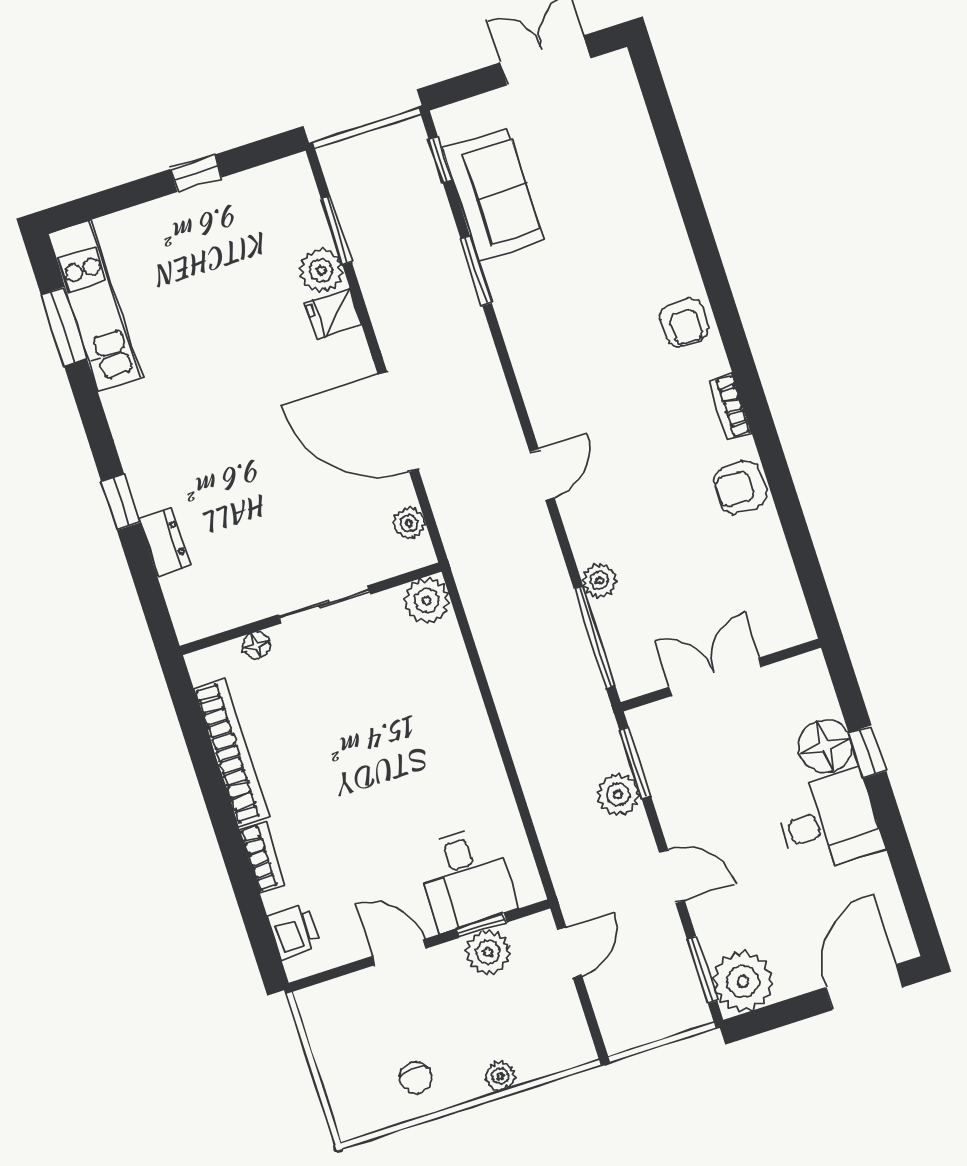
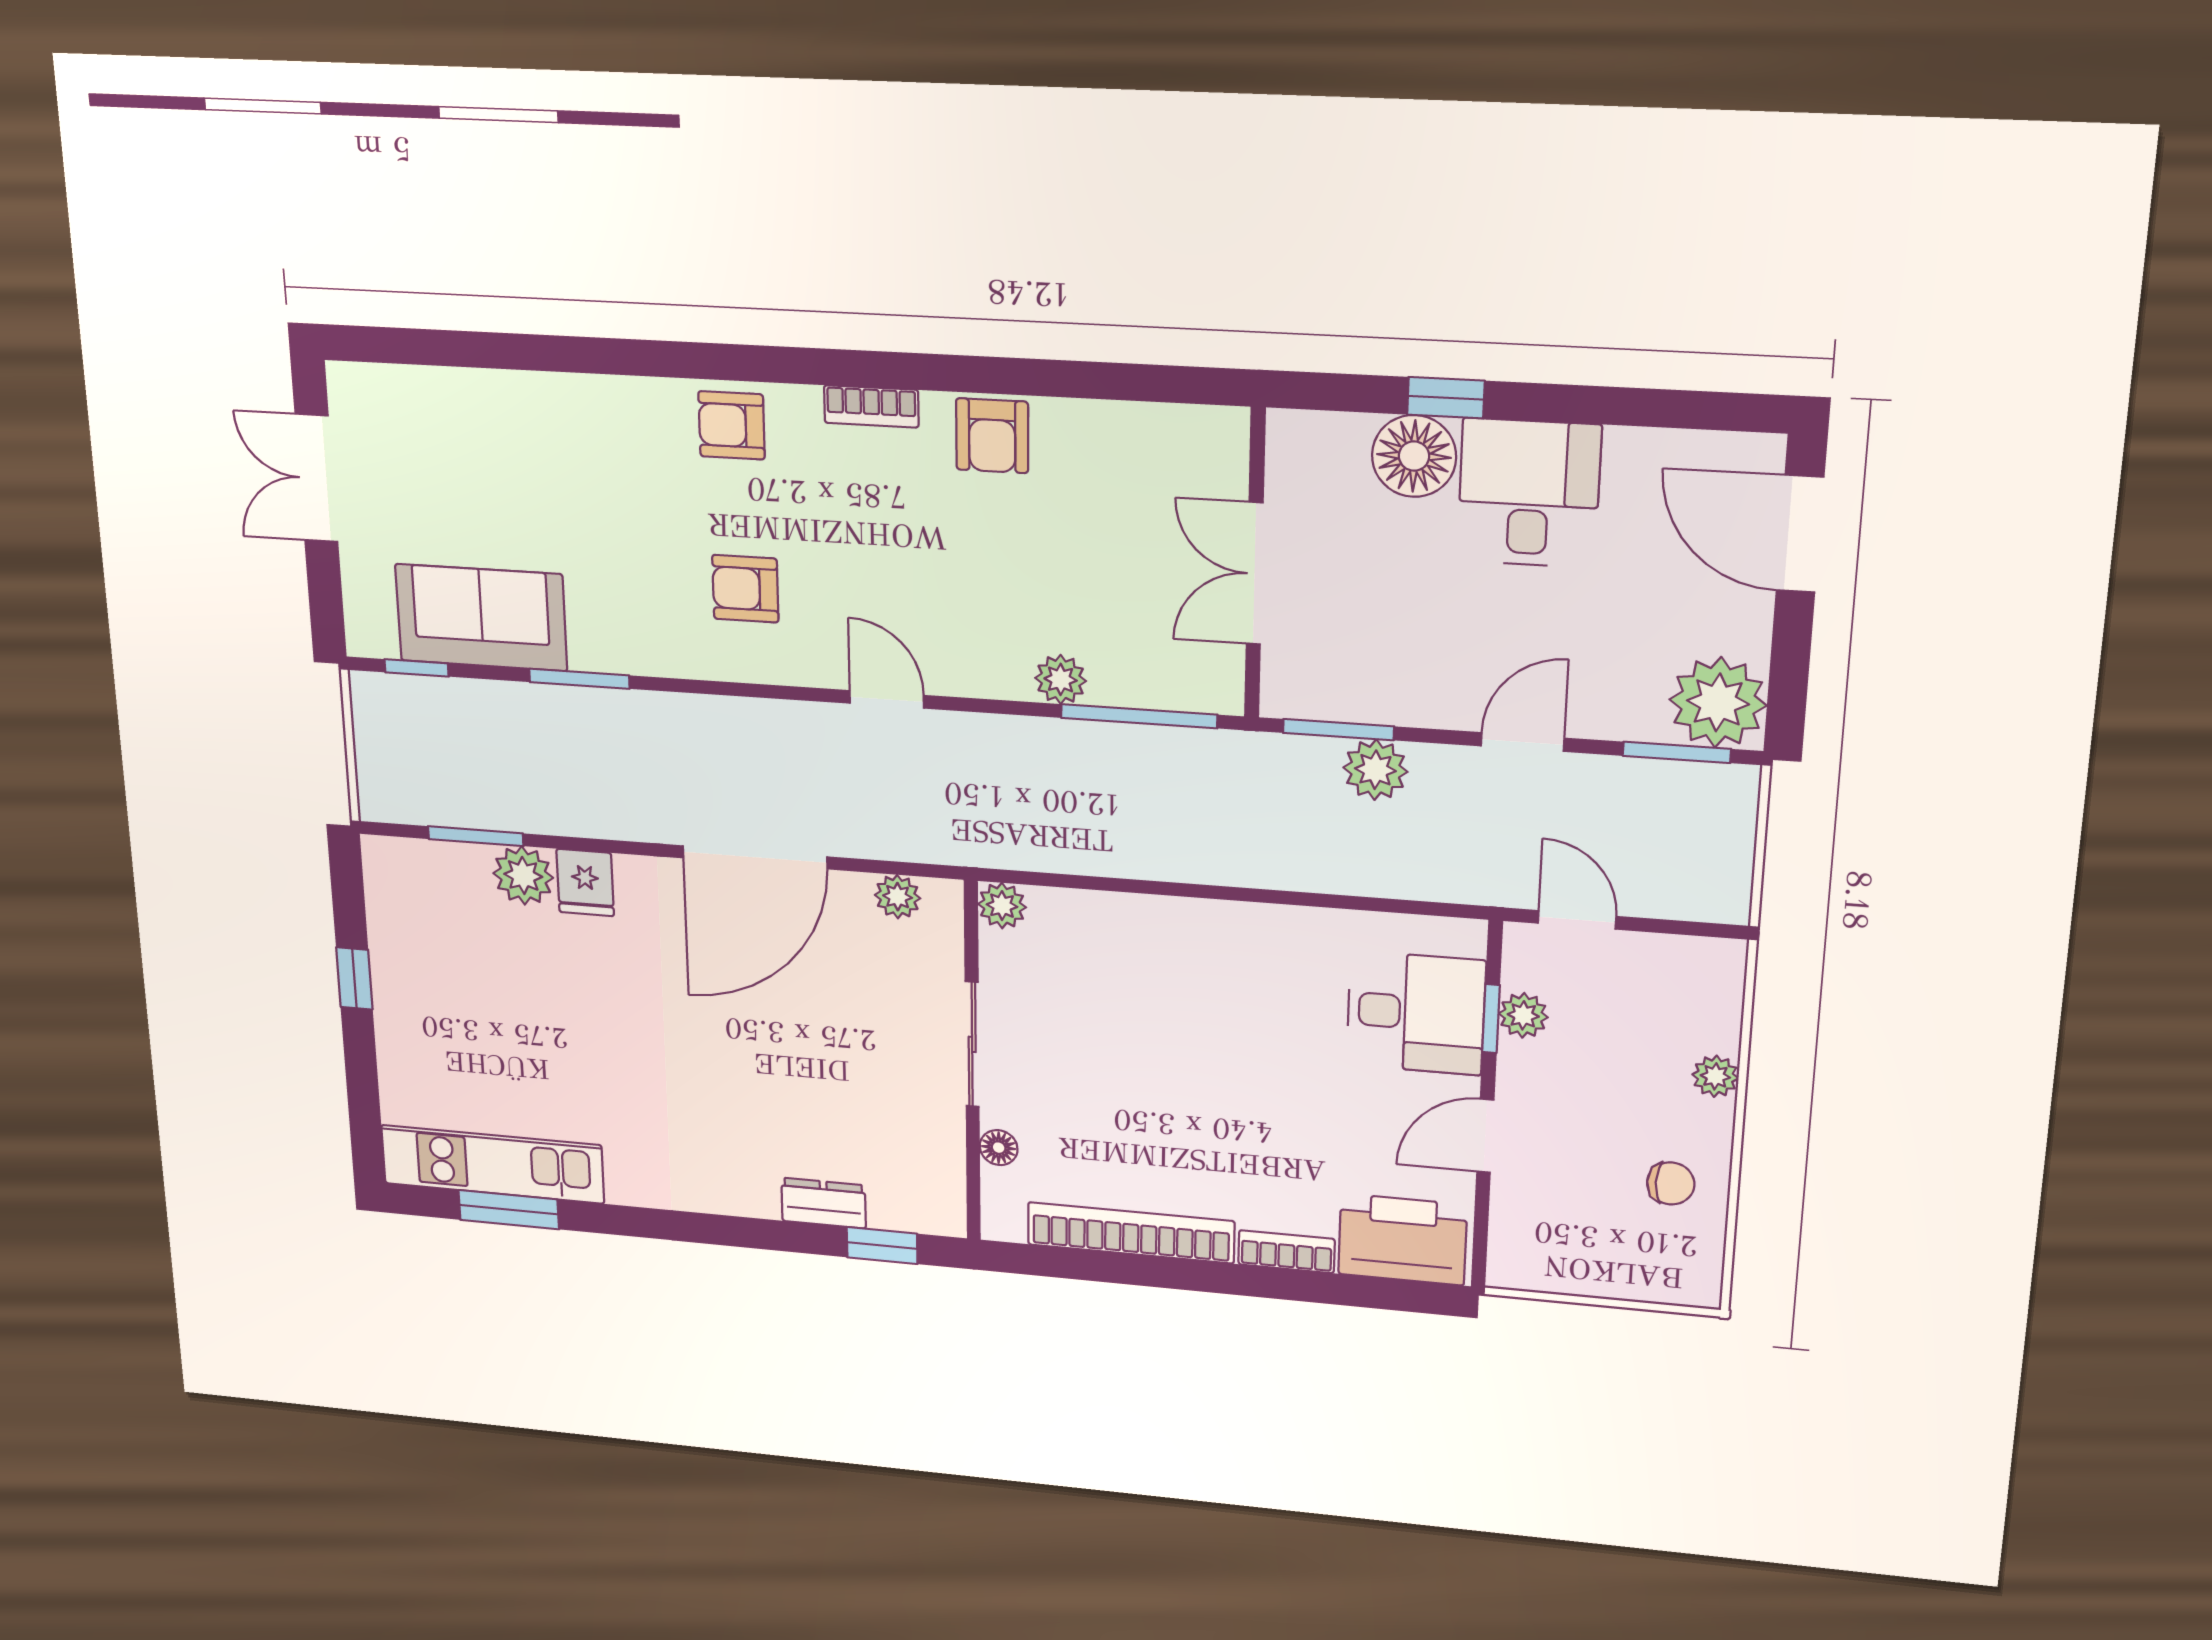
armchair: (684, 322) -> (732, 425), turned 180
armchair: (580, 362) -> (745, 589), added
window: (121, 502) -> (882, 1245), moved
plant: (427, 601) -> (1002, 906), width x0.73, depth x0.73
printer: (294, 931) -> (1403, 1239), width x1.87, depth x1.48
plant: (488, 952) -> (1523, 1015), width x0.73, depth x0.73

